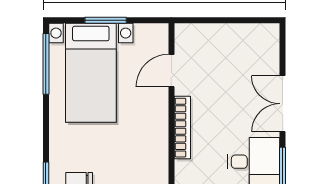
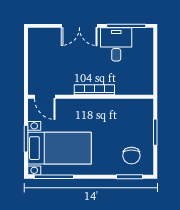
door: (171, 71) -> (45, 97), moved

